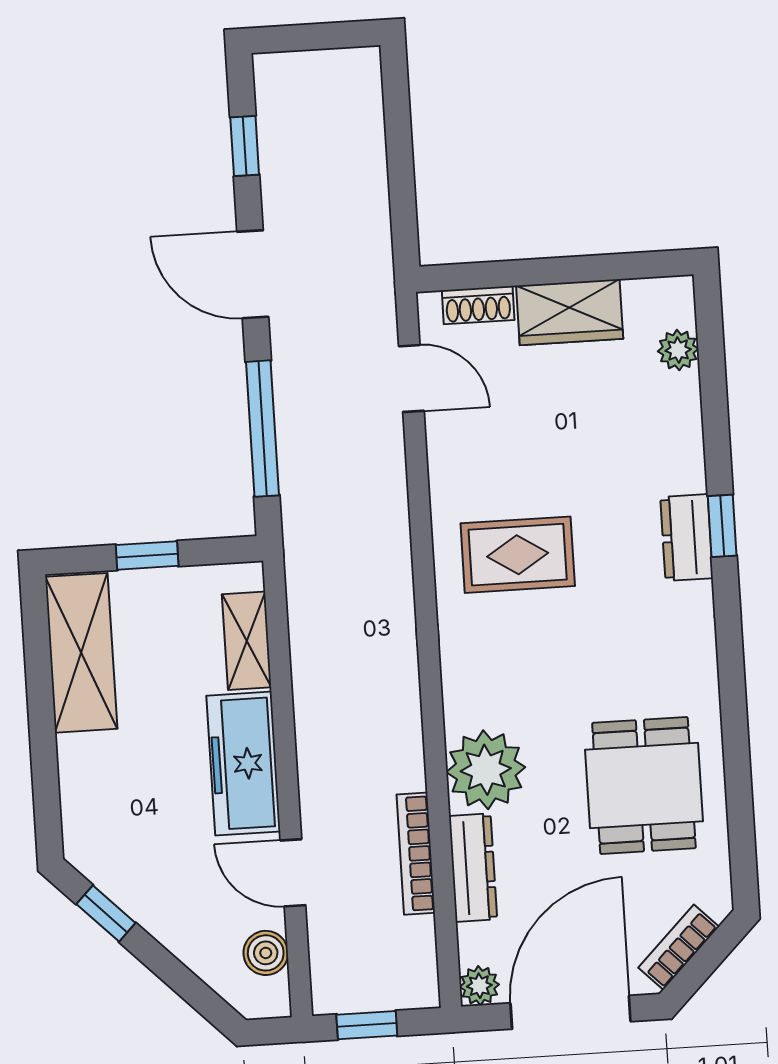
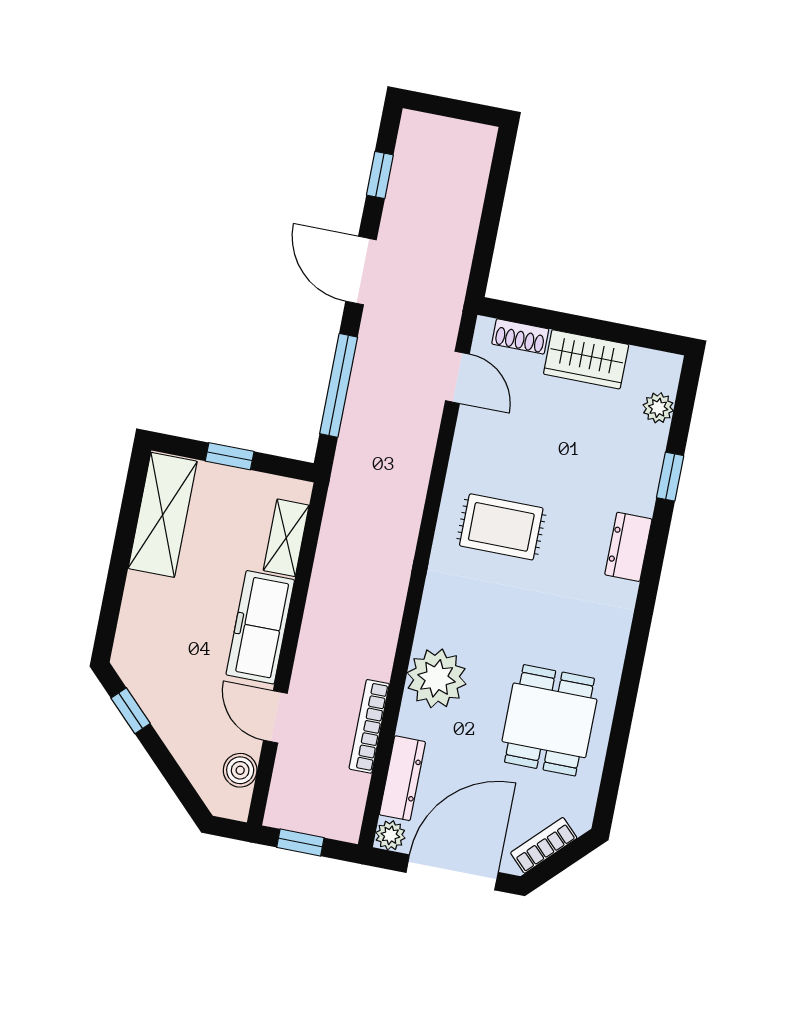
window: (722, 526) -> (670, 477), moved
dresser: (473, 868) -> (402, 778), moved

